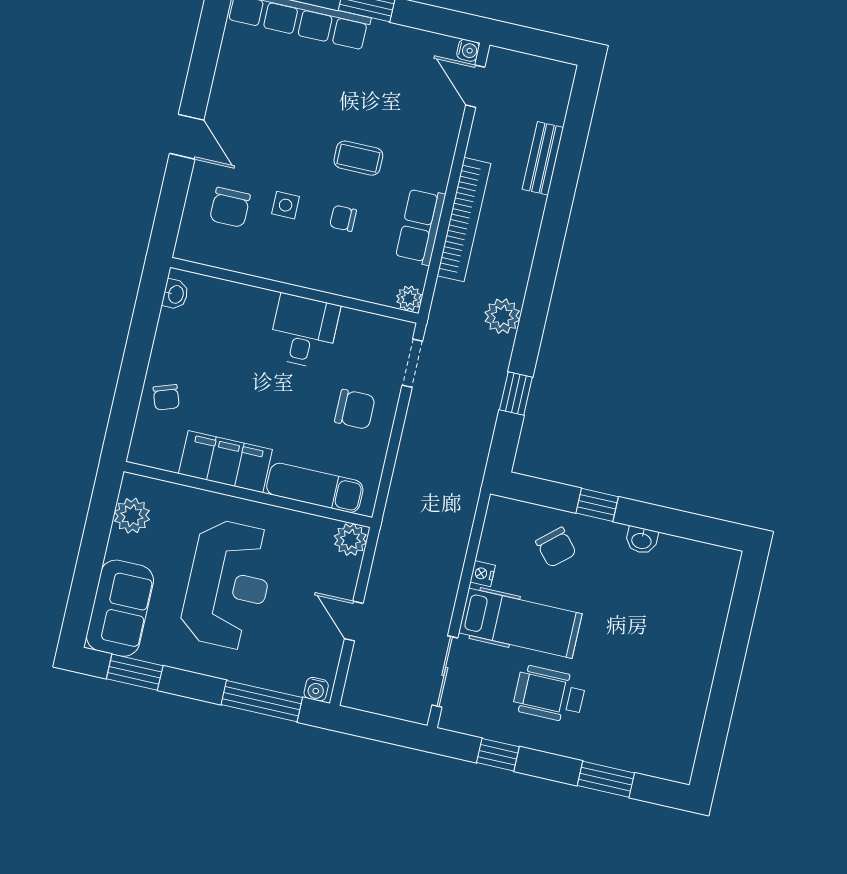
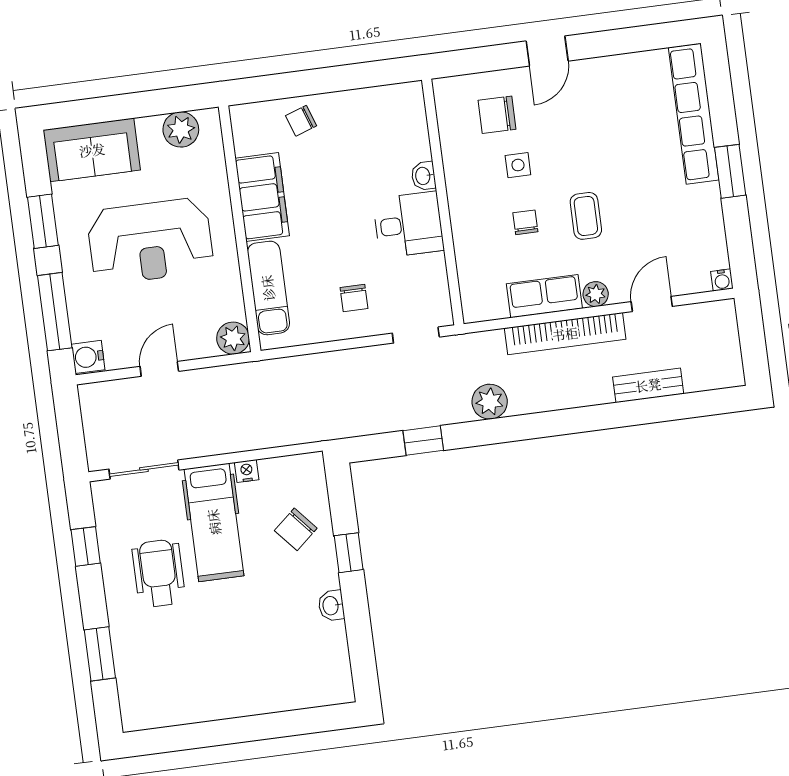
door: (475, 86) -> (652, 304), moved
washbasin: (175, 294) -> (423, 176), moved, turned 90
plant: (409, 298) -> (596, 294), moved
chair: (355, 409) -> (354, 298), width x0.73, depth x0.73
window: (135, 672) -> (43, 221), moved
water cooler: (316, 689) -> (88, 357), width x1.38, depth x1.38

